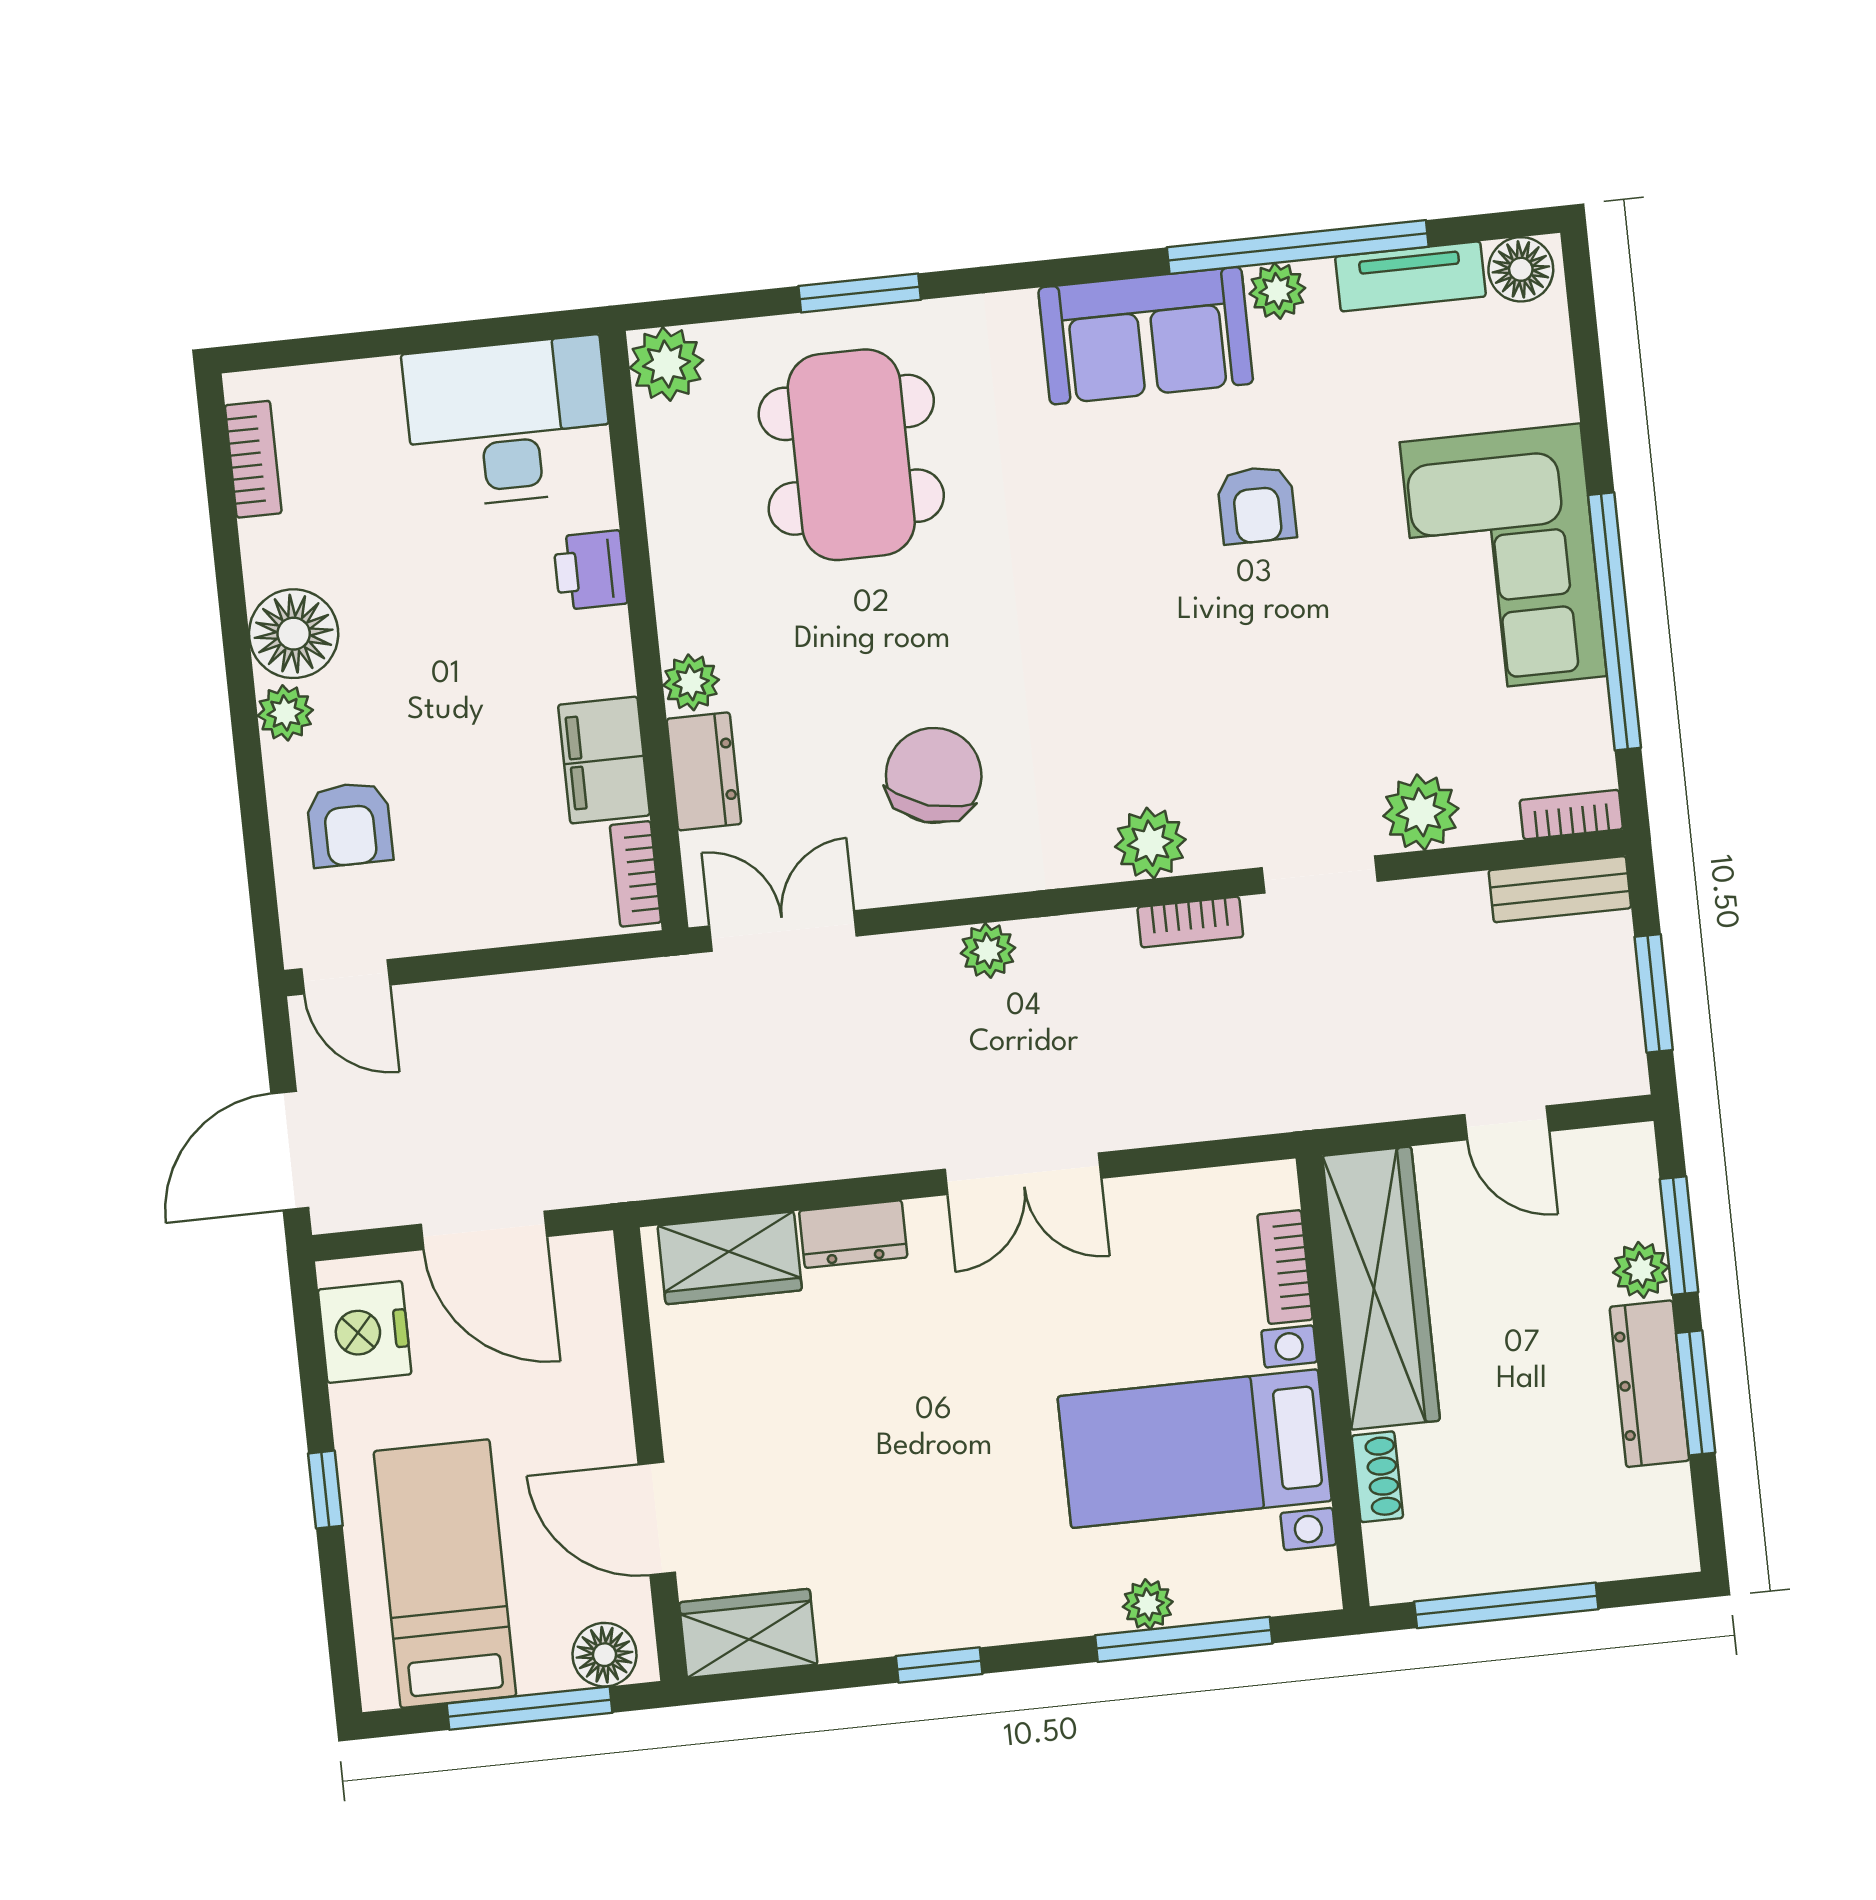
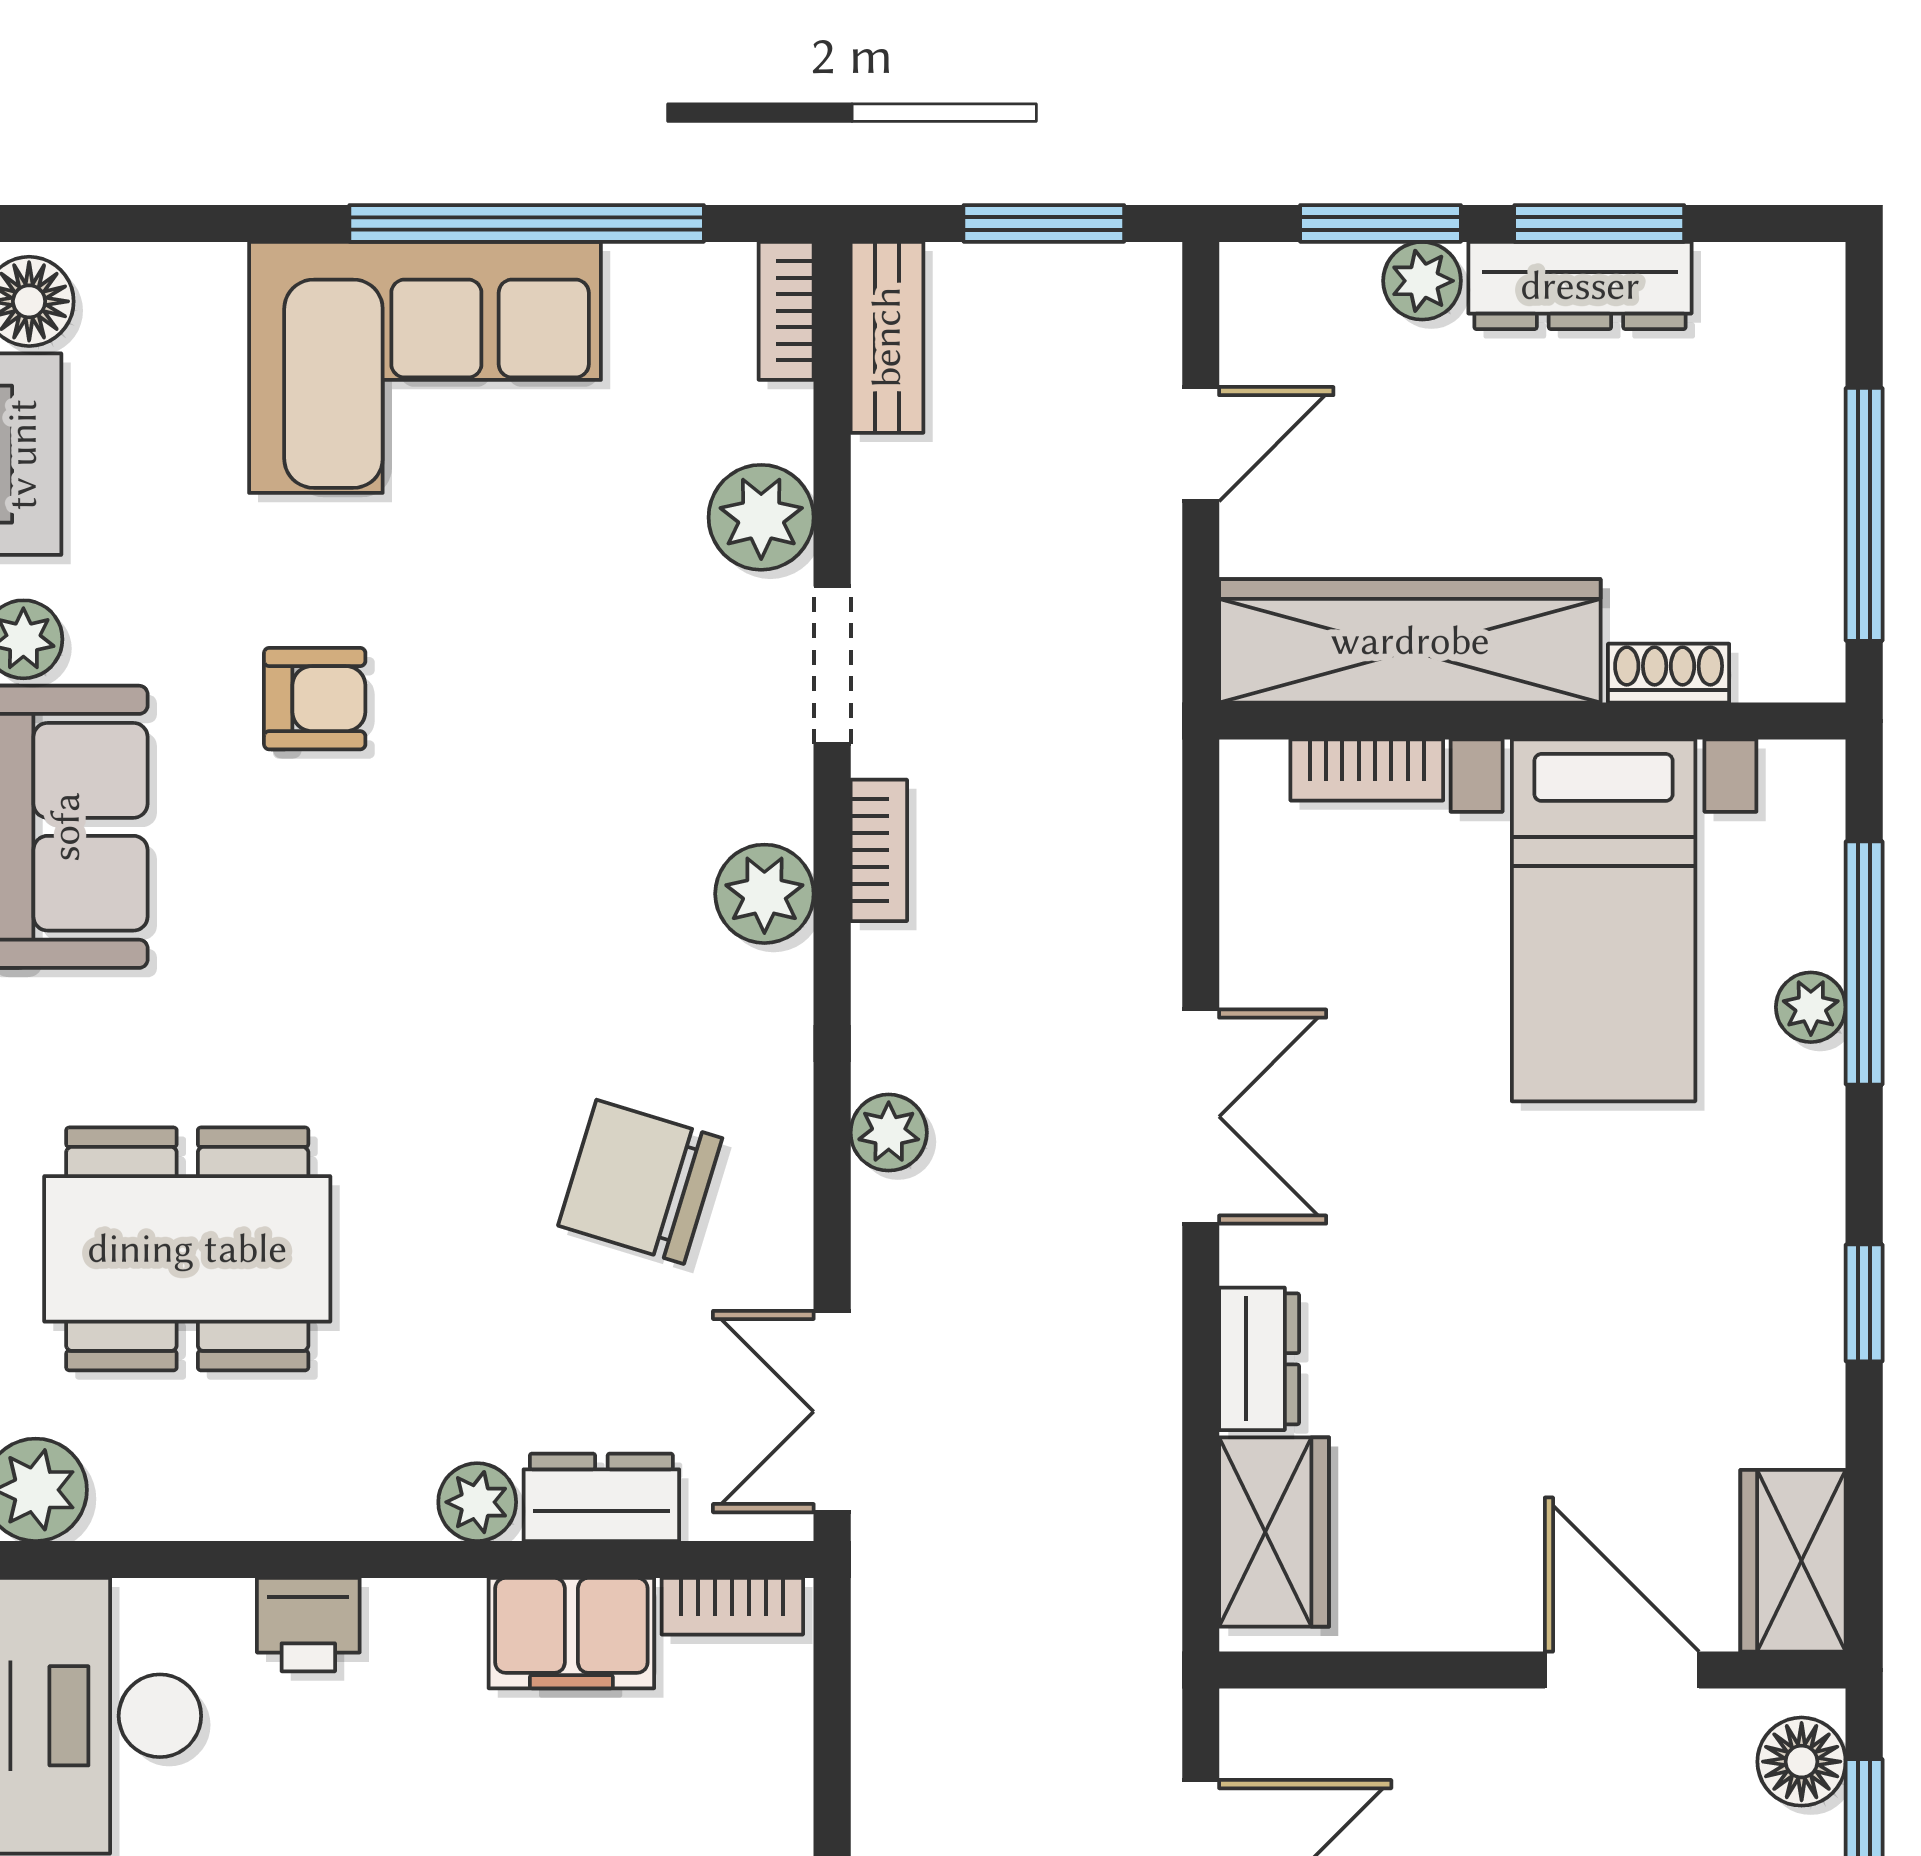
door: (657, 1519) -> (1622, 1670), swing flipped

